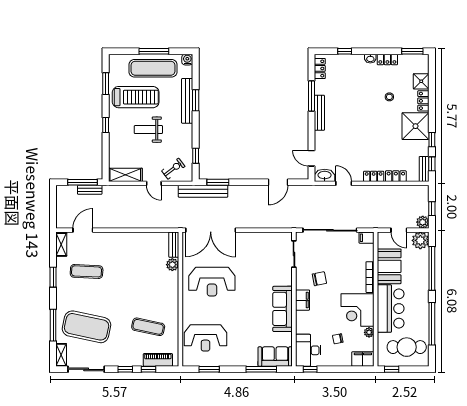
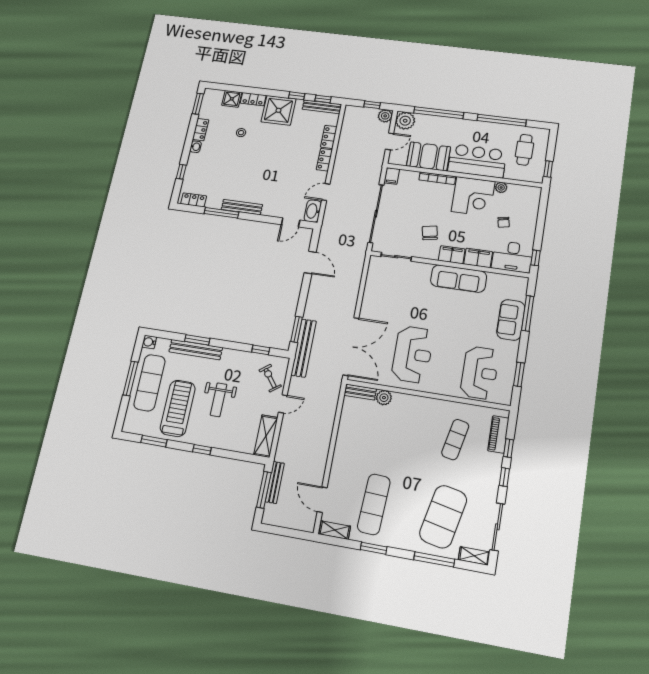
bench: (424, 169) -> (322, 107), width x1.36
bench: (90, 190) -> (275, 482), width x1.36
exercise mat: (87, 271) -> (374, 504), width x1.36, depth x1.45
cafe table: (407, 347) -> (524, 150), width x0.73, depth x0.74
sofa: (275, 357) -> (511, 320), moved
filing cabinet: (363, 359) -> (478, 258), moved, turned 90

